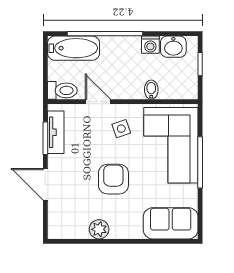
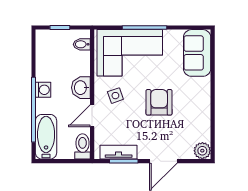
washing machine: (150, 45) -> (43, 90), moved
washbasin: (173, 47) -> (81, 88), moved, turned 180
bidet: (151, 90) -> (82, 44), moved
armchair: (113, 179) -> (159, 102), turned 90
plant: (99, 229) -> (202, 151), moved

